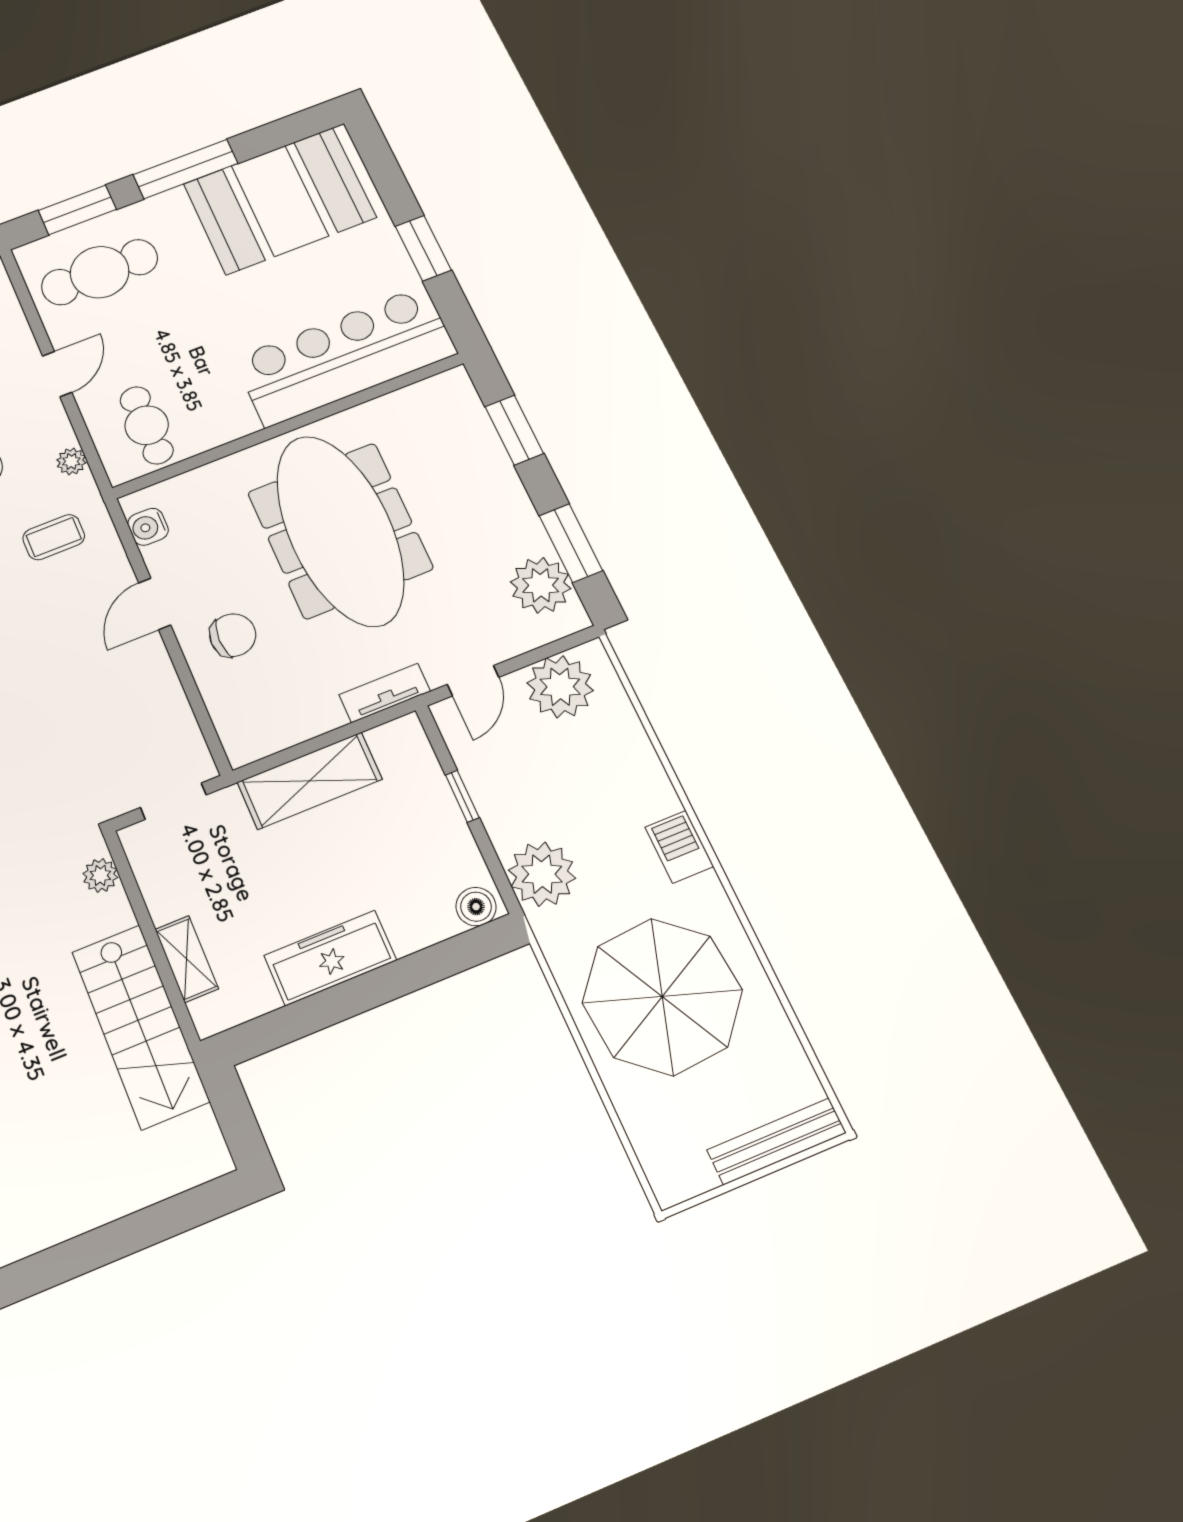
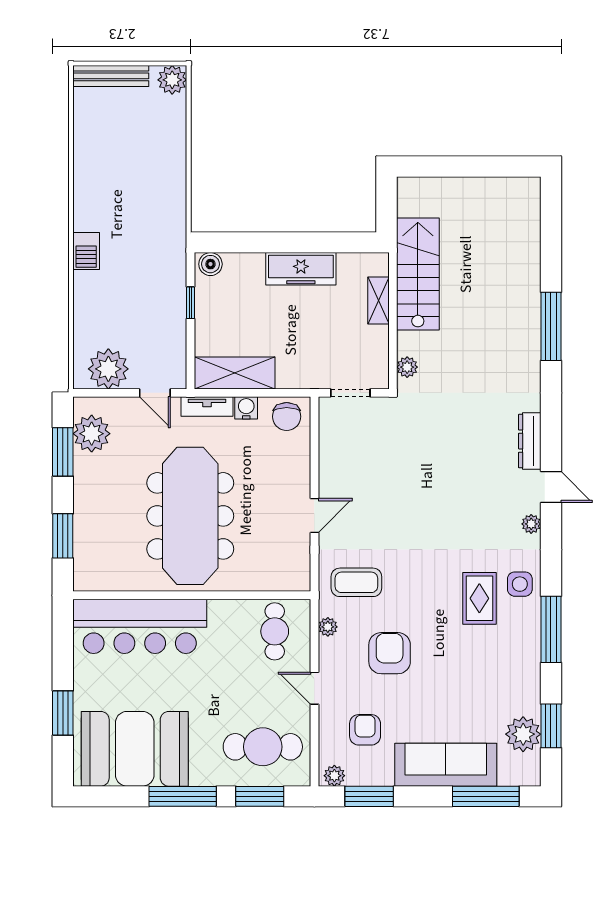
window: (423, 248) -> (63, 713), moved
door: (57, 374) -> (314, 688), hinge flipped
water cooler: (148, 527) -> (246, 408), moved, turned -90
coffee table: (54, 537) -> (356, 582), width x1.36, depth x1.30
chair: (233, 635) -> (287, 417), moved, turned -90
door: (473, 681) -> (155, 393), swing flipped
shelving: (310, 781) -> (235, 373), moved
window: (462, 796) -> (191, 303), moved
plant: (542, 874) -> (172, 80), moved, width x0.73, depth x0.73
parasol: (662, 996) -> (134, 175), removed

